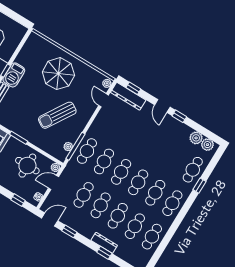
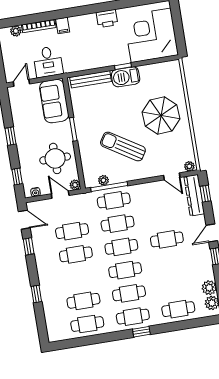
door: (104, 100) -> (172, 176), swing flipped
window: (199, 186) -> (141, 332), moved
cafe table: (118, 216) -> (167, 239), moved
dresser: (104, 243) -> (45, 286), removed

